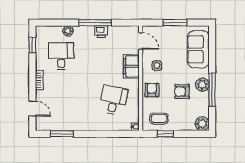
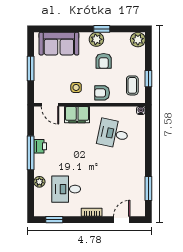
door: (141, 41) -> (50, 105), swing flipped
window: (212, 90) -> (102, 29), width x0.46

